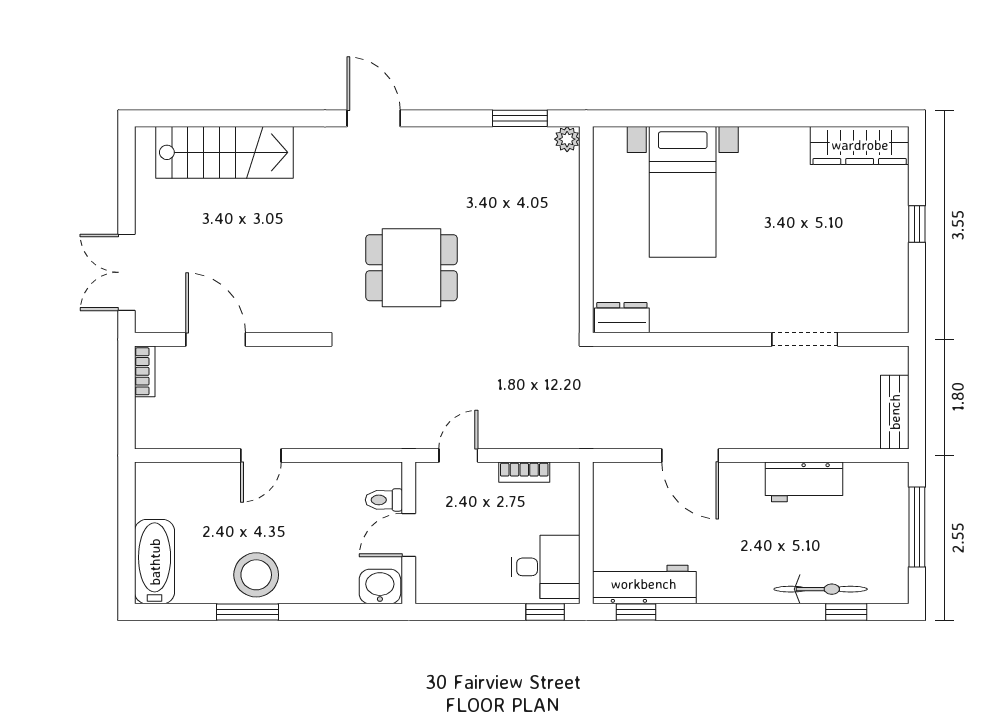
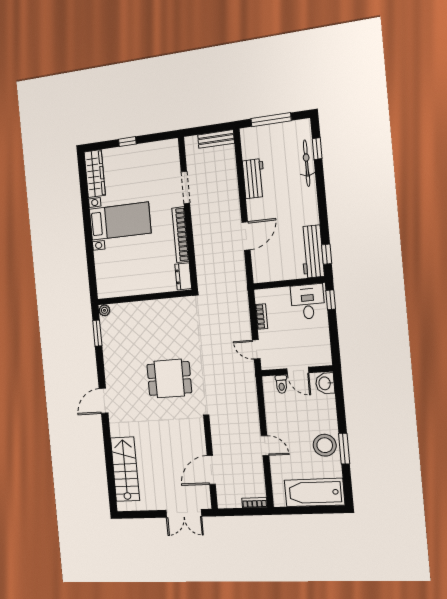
bed with nightstands: (683, 192) -> (120, 221), moved
dining table: (411, 268) -> (169, 379), turned 90
bookcase: (709, 320) -> (181, 235), added
bookcase: (145, 371) -> (255, 503), moved
bathtub: (155, 562) -> (314, 492), width x1.36, depth x1.36

